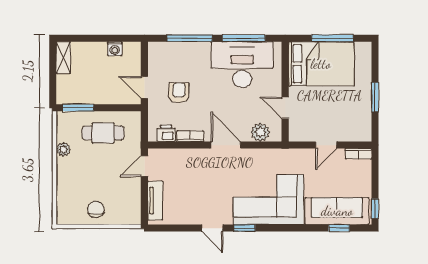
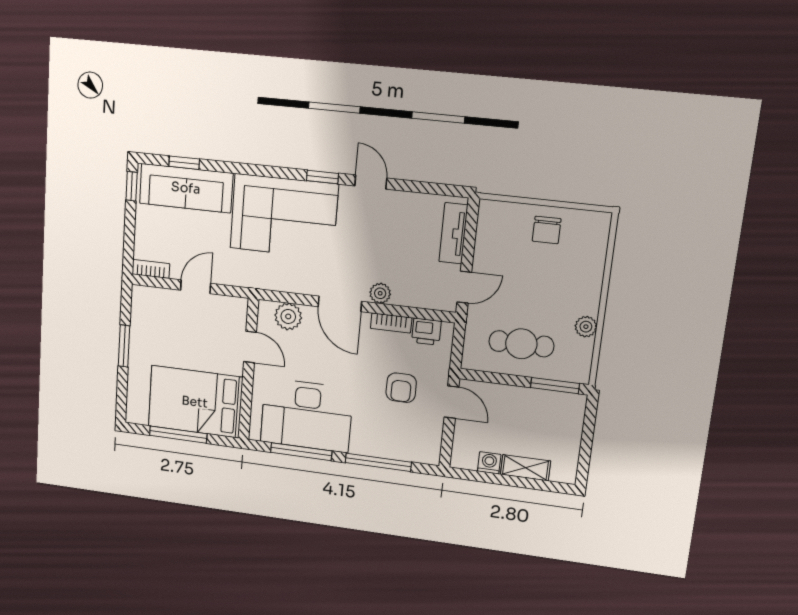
shelving: (63, 57) -> (525, 468), moved, turned 90
plant: (199, 155) -> (380, 293), added

